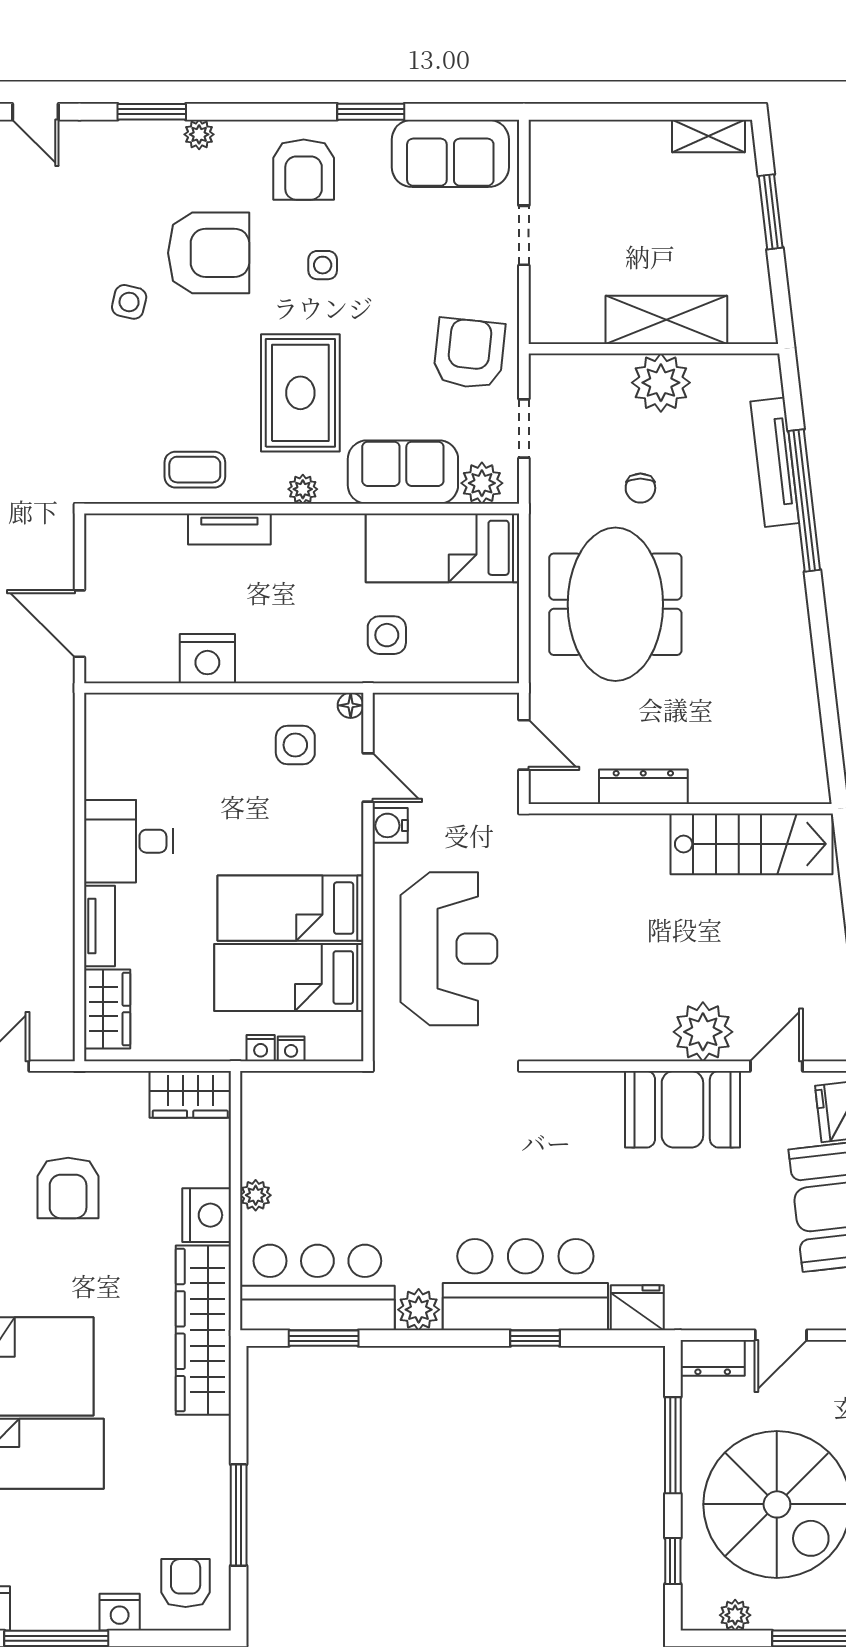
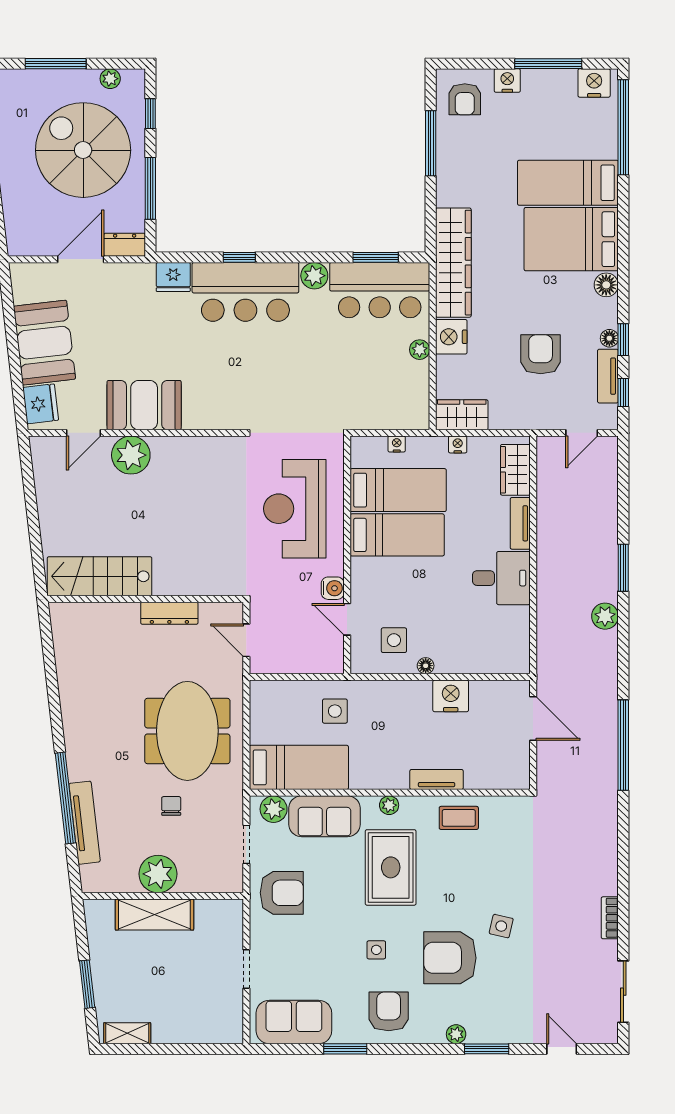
armchair: (469, 353) -> (282, 893), turned -96
floor lamp: (351, 705) -> (426, 666), moved
nightstand: (261, 1048) -> (458, 445), moved
door: (781, 1335) -> (81, 259), width x1.38

